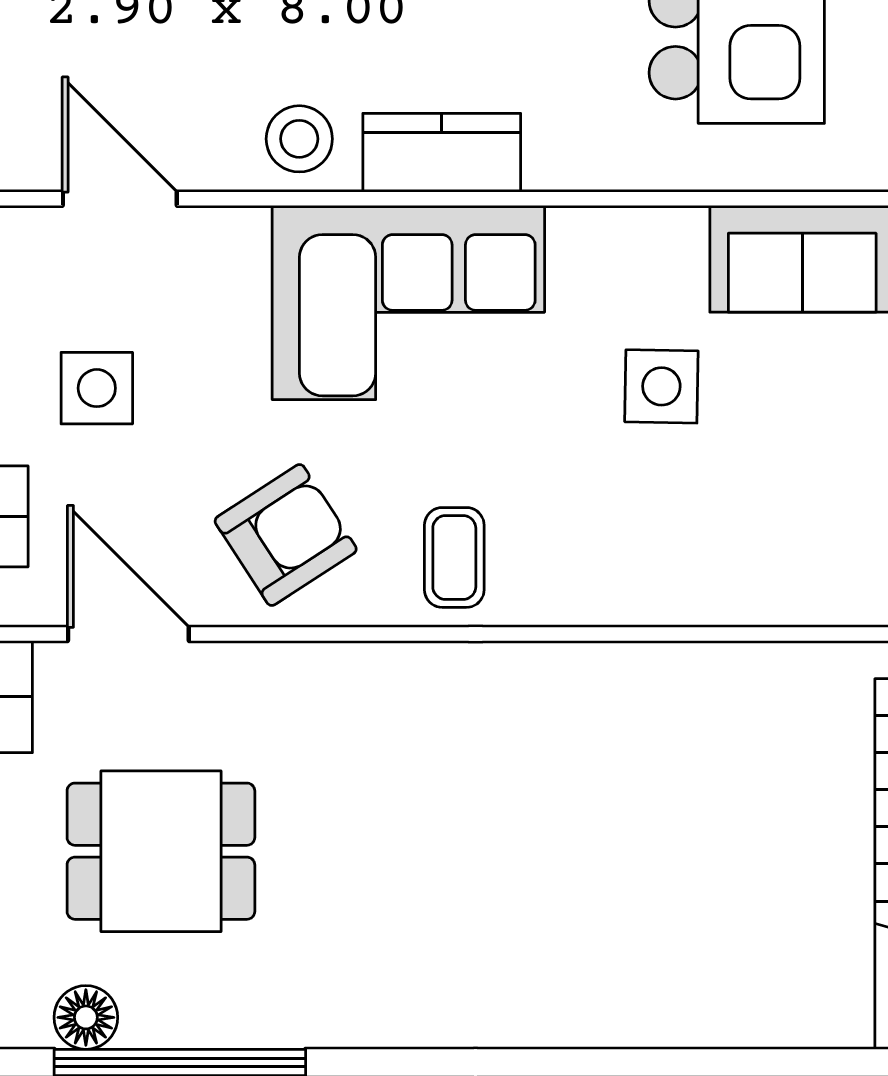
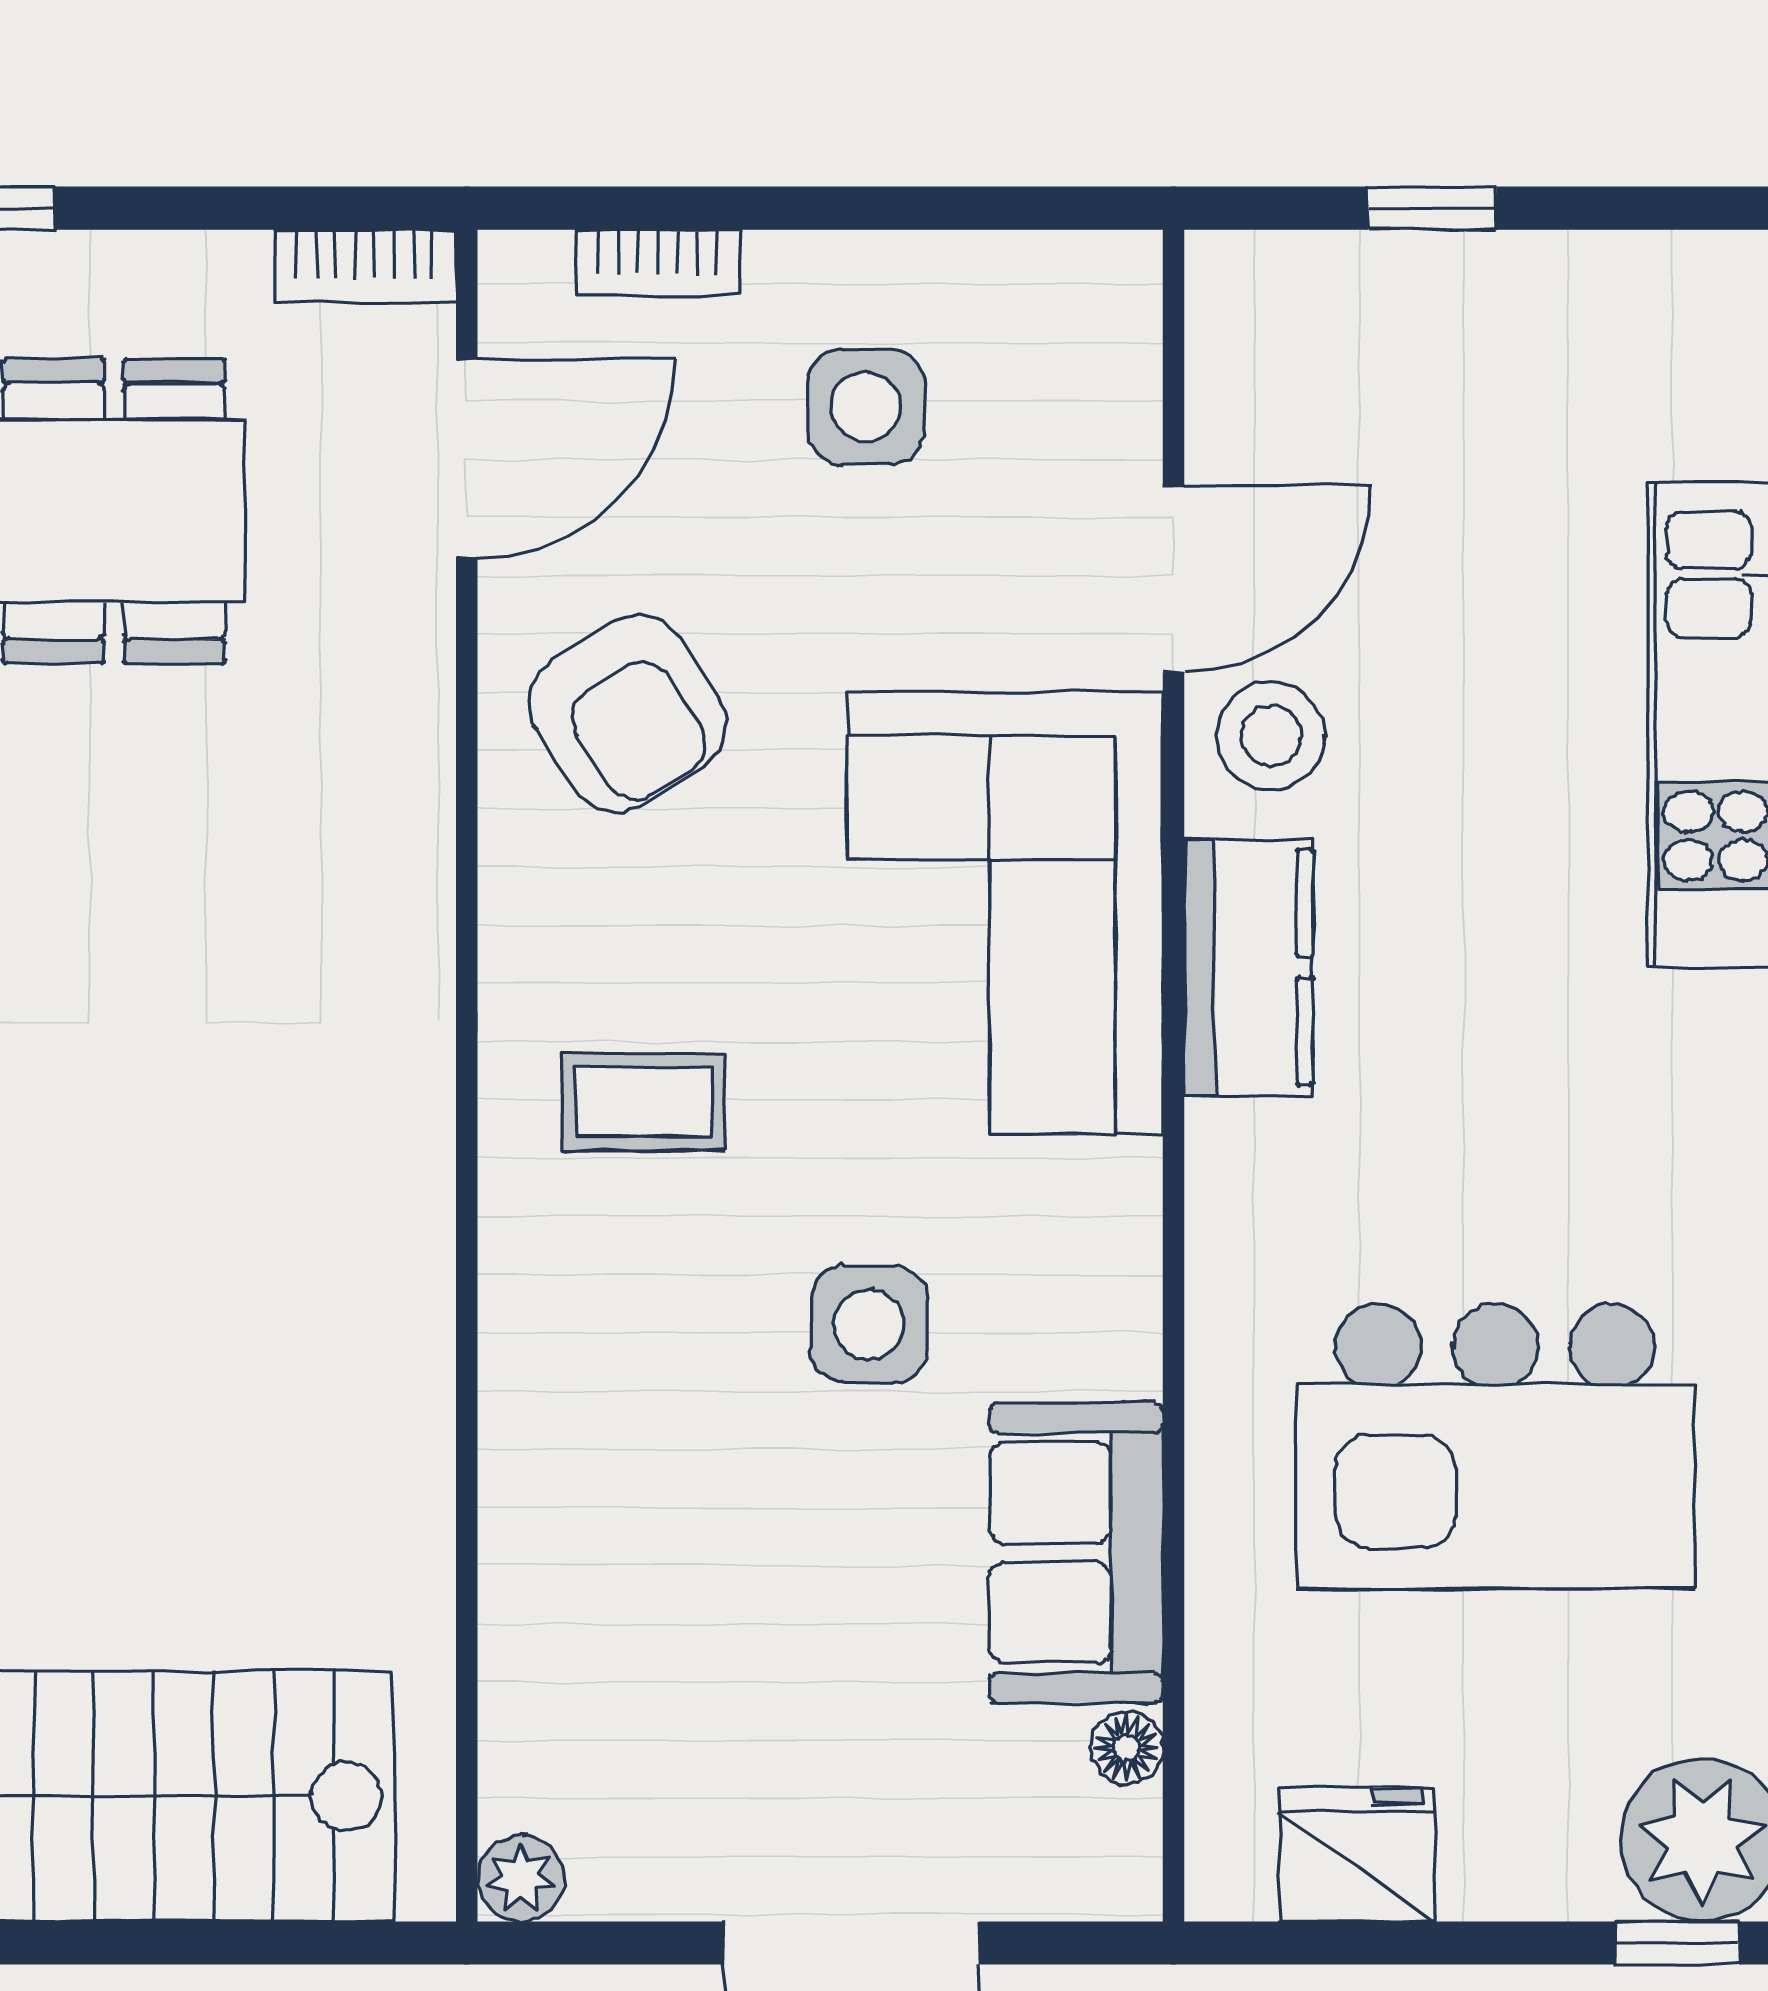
door: (120, 199) -> (1174, 579), moved
coffee table: (454, 557) -> (644, 1102), moved

